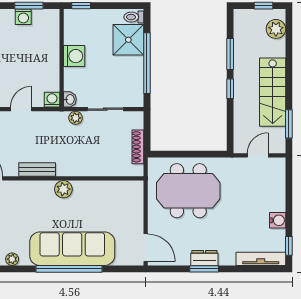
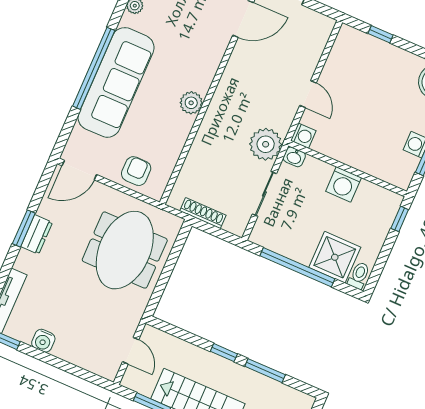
plant: (76, 118) -> (266, 144), width x1.88, depth x1.88
bench: (37, 169) -> (228, 82), removed
armchair: (129, 207) -> (136, 171), added

